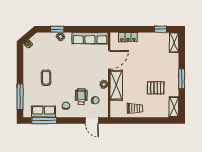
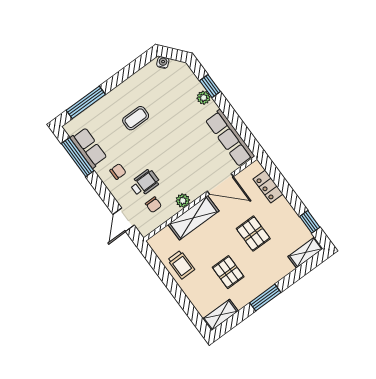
pallet: (146, 61) -> (253, 234), added

